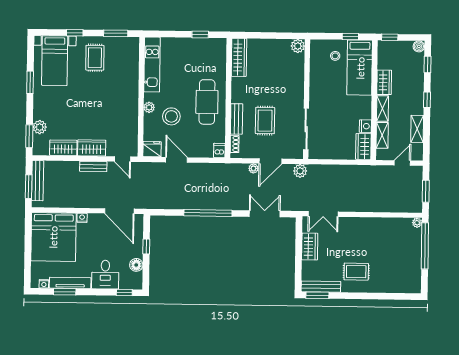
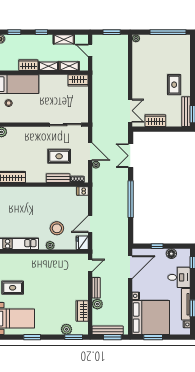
cafe table: (207, 102) -> (45, 201), removed
nightstand: (365, 126) -> (62, 79), removed
wardrobe: (92, 148) -> (82, 289), removed
plant: (300, 171) -> (97, 304), moved
window: (28, 240) -> (153, 337), added
window: (425, 246) -> (168, 32), moved

